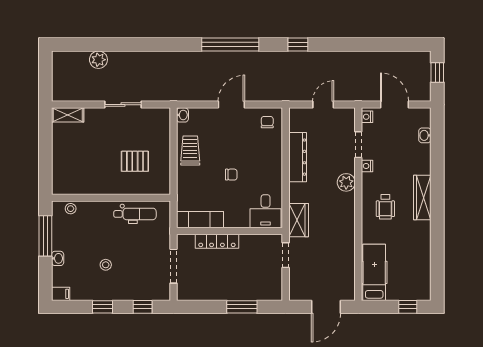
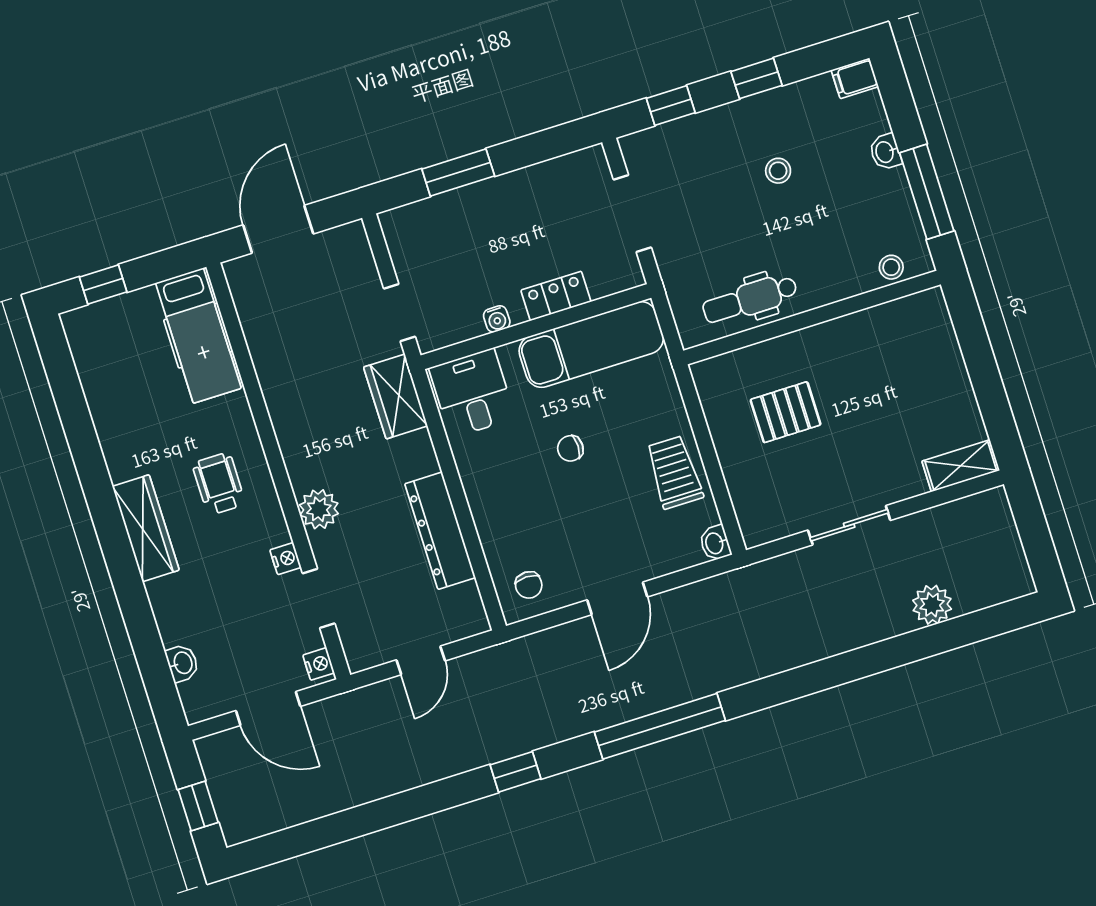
trolley: (190, 151) -> (674, 472), turned 180
exam couch: (200, 220) -> (591, 344), width x1.36, depth x1.45
water cooler: (245, 239) -> (497, 319), added
locker: (217, 241) -> (556, 296), width x0.66

